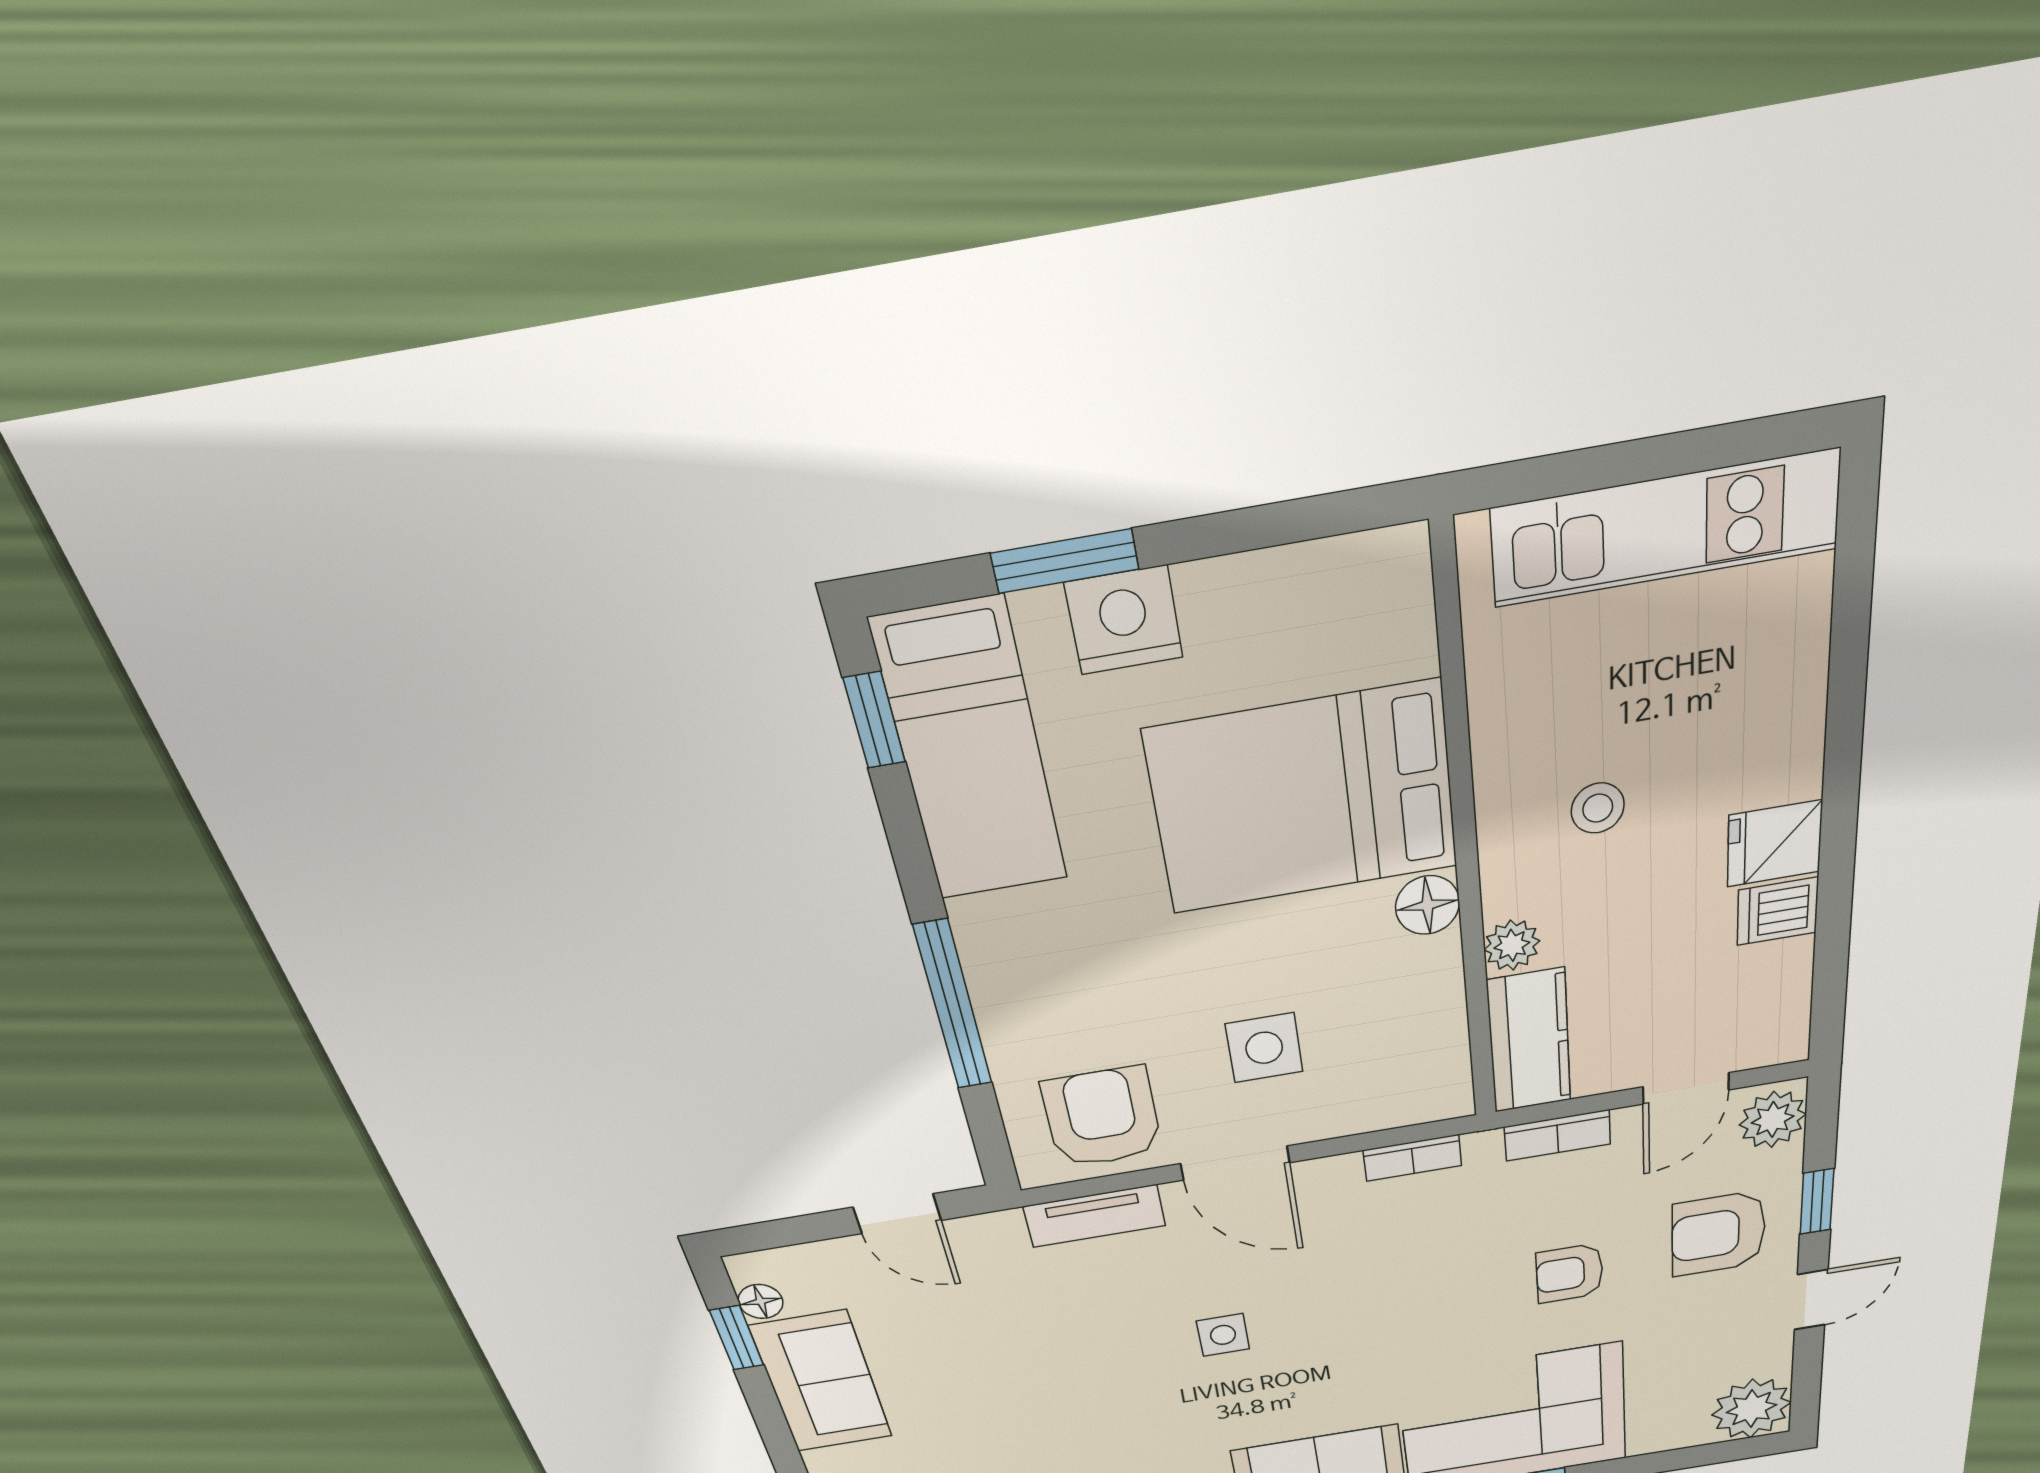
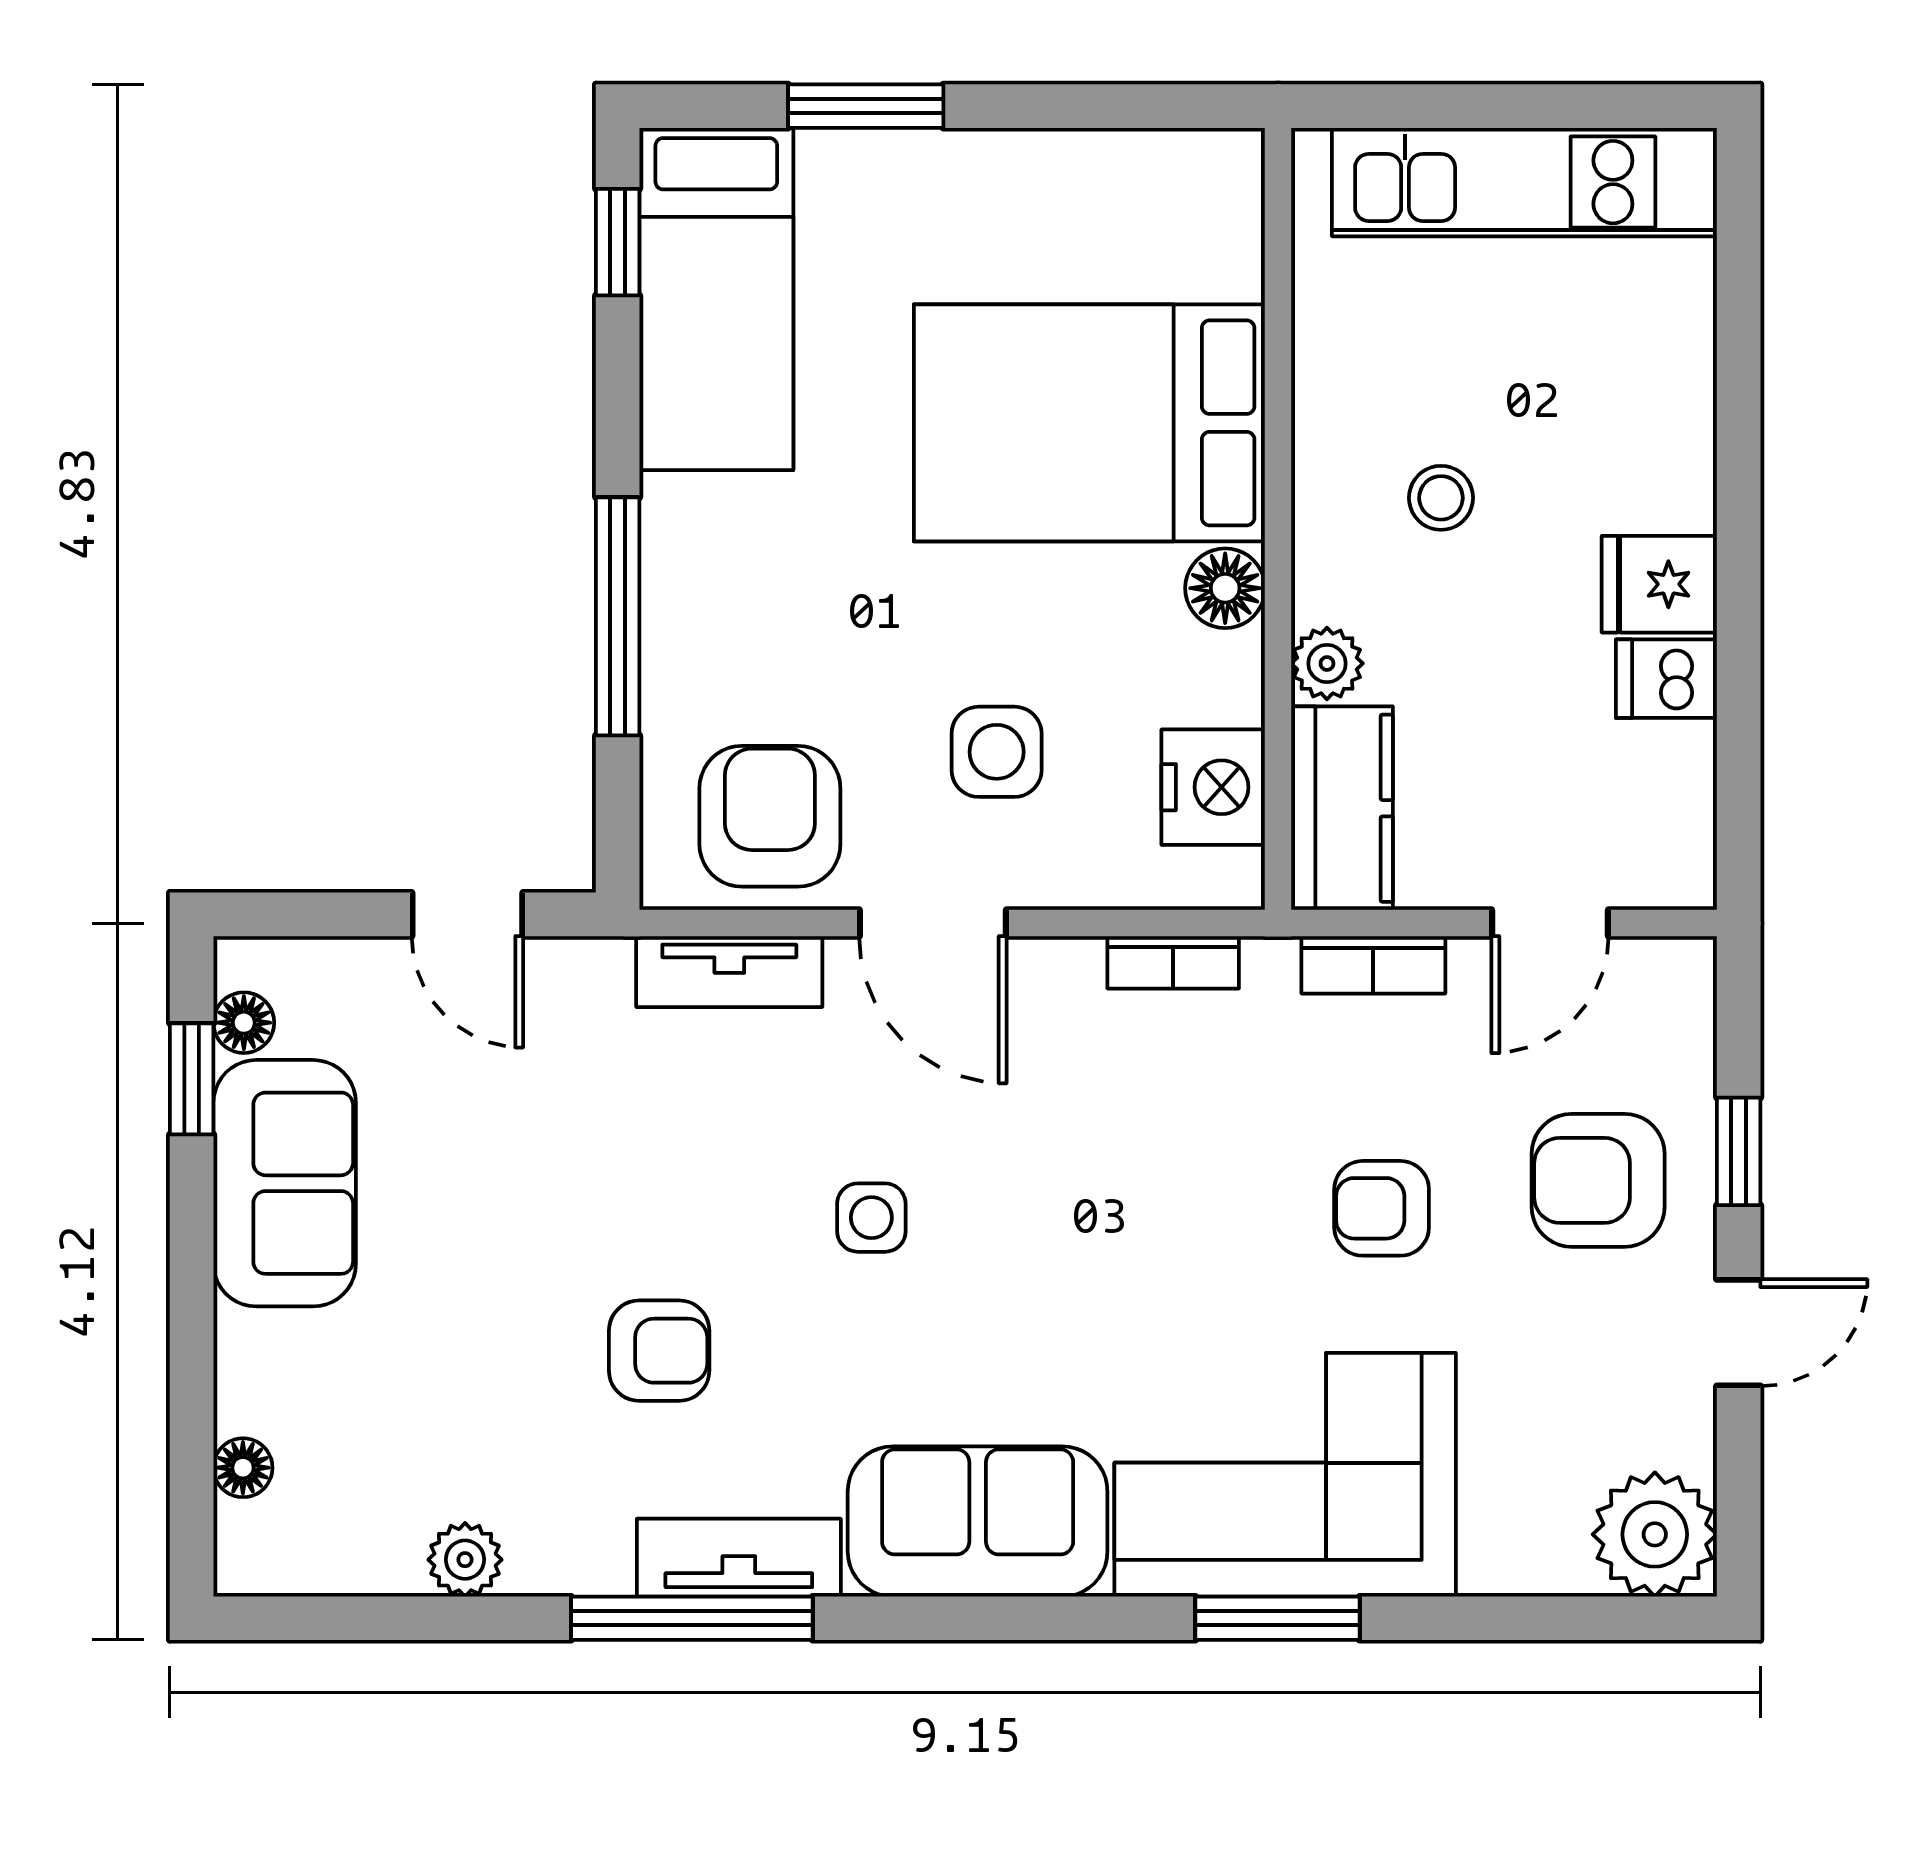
nightstand: (1124, 620) -> (1213, 787), moved, turned 90
plant: (1773, 1119) -> (1670, 997), removed
armchair: (1097, 1425) -> (659, 1351), added

